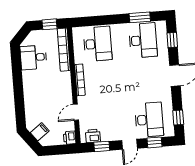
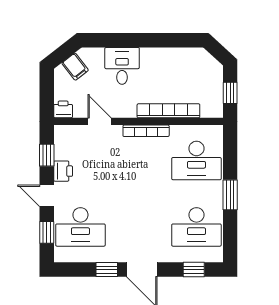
window: (140, 17) -> (230, 195), moved
bookcase: (64, 50) -> (168, 111), moved
desk: (33, 57) -> (122, 66), moved
window: (178, 118) -> (107, 270), moved
printer: (93, 136) -> (63, 171), moved

